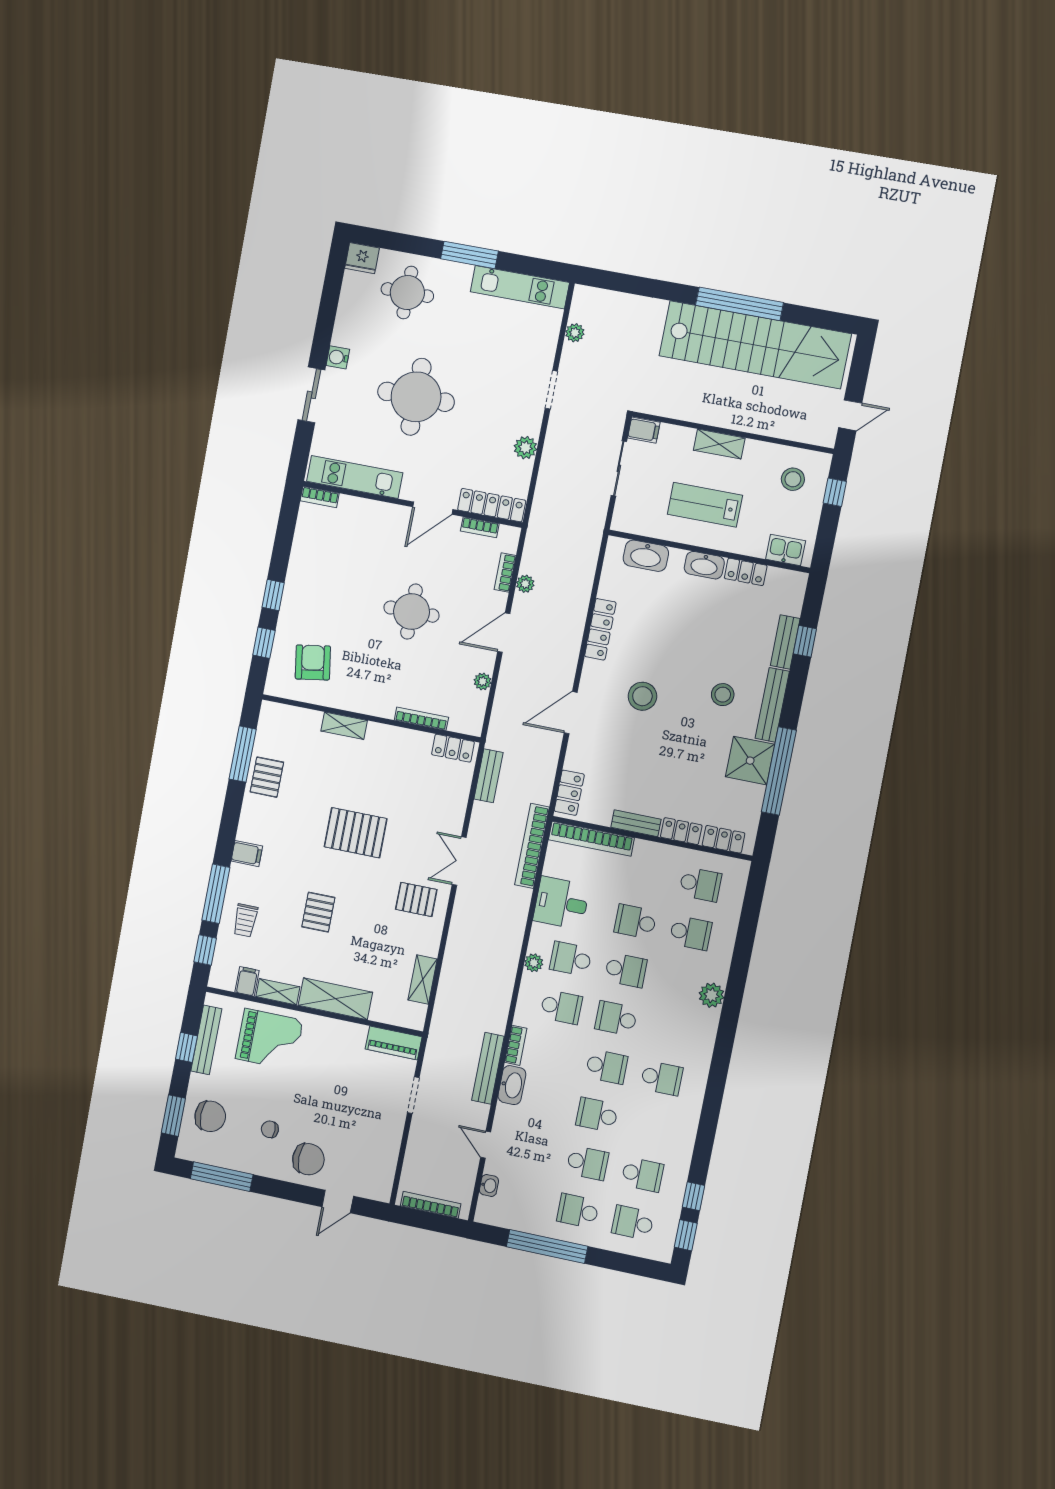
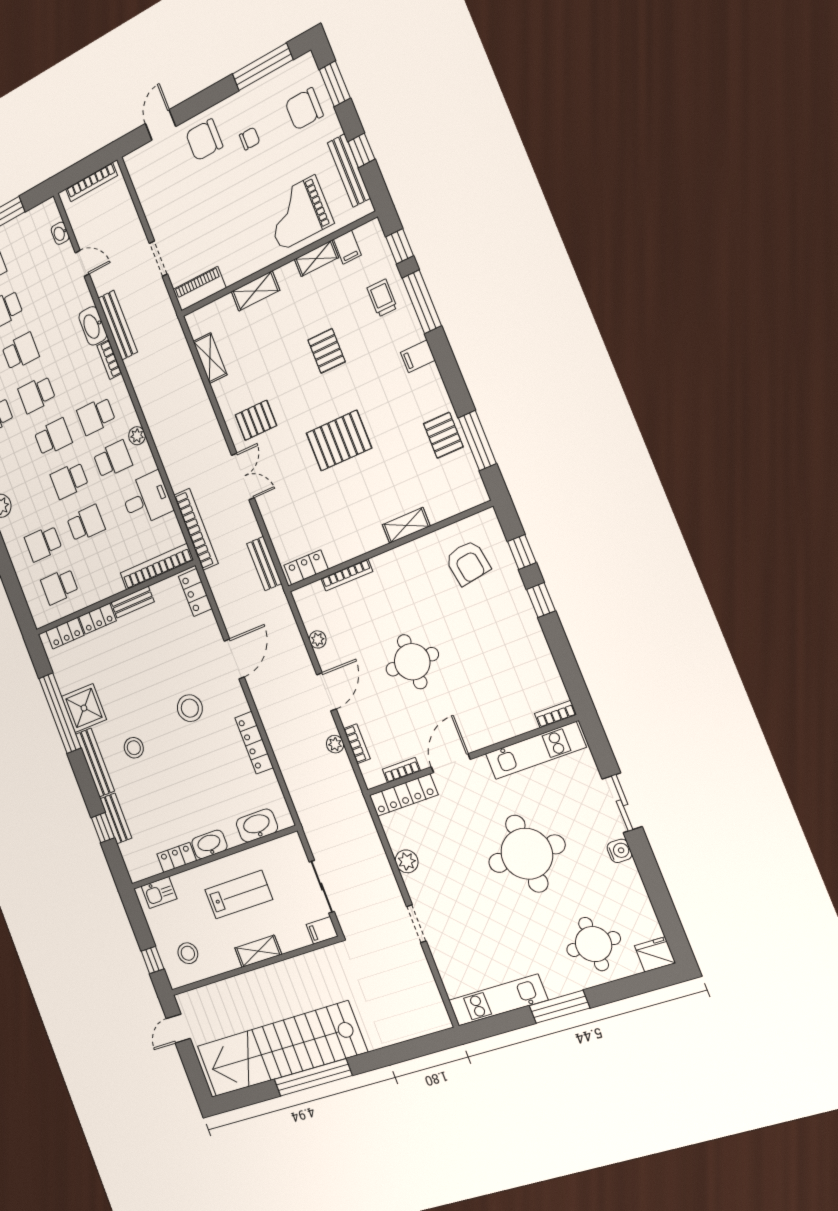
plant: (575, 333) -> (427, 984), removed
shelving: (335, 999) -> (255, 291), width x0.67, depth x0.75

